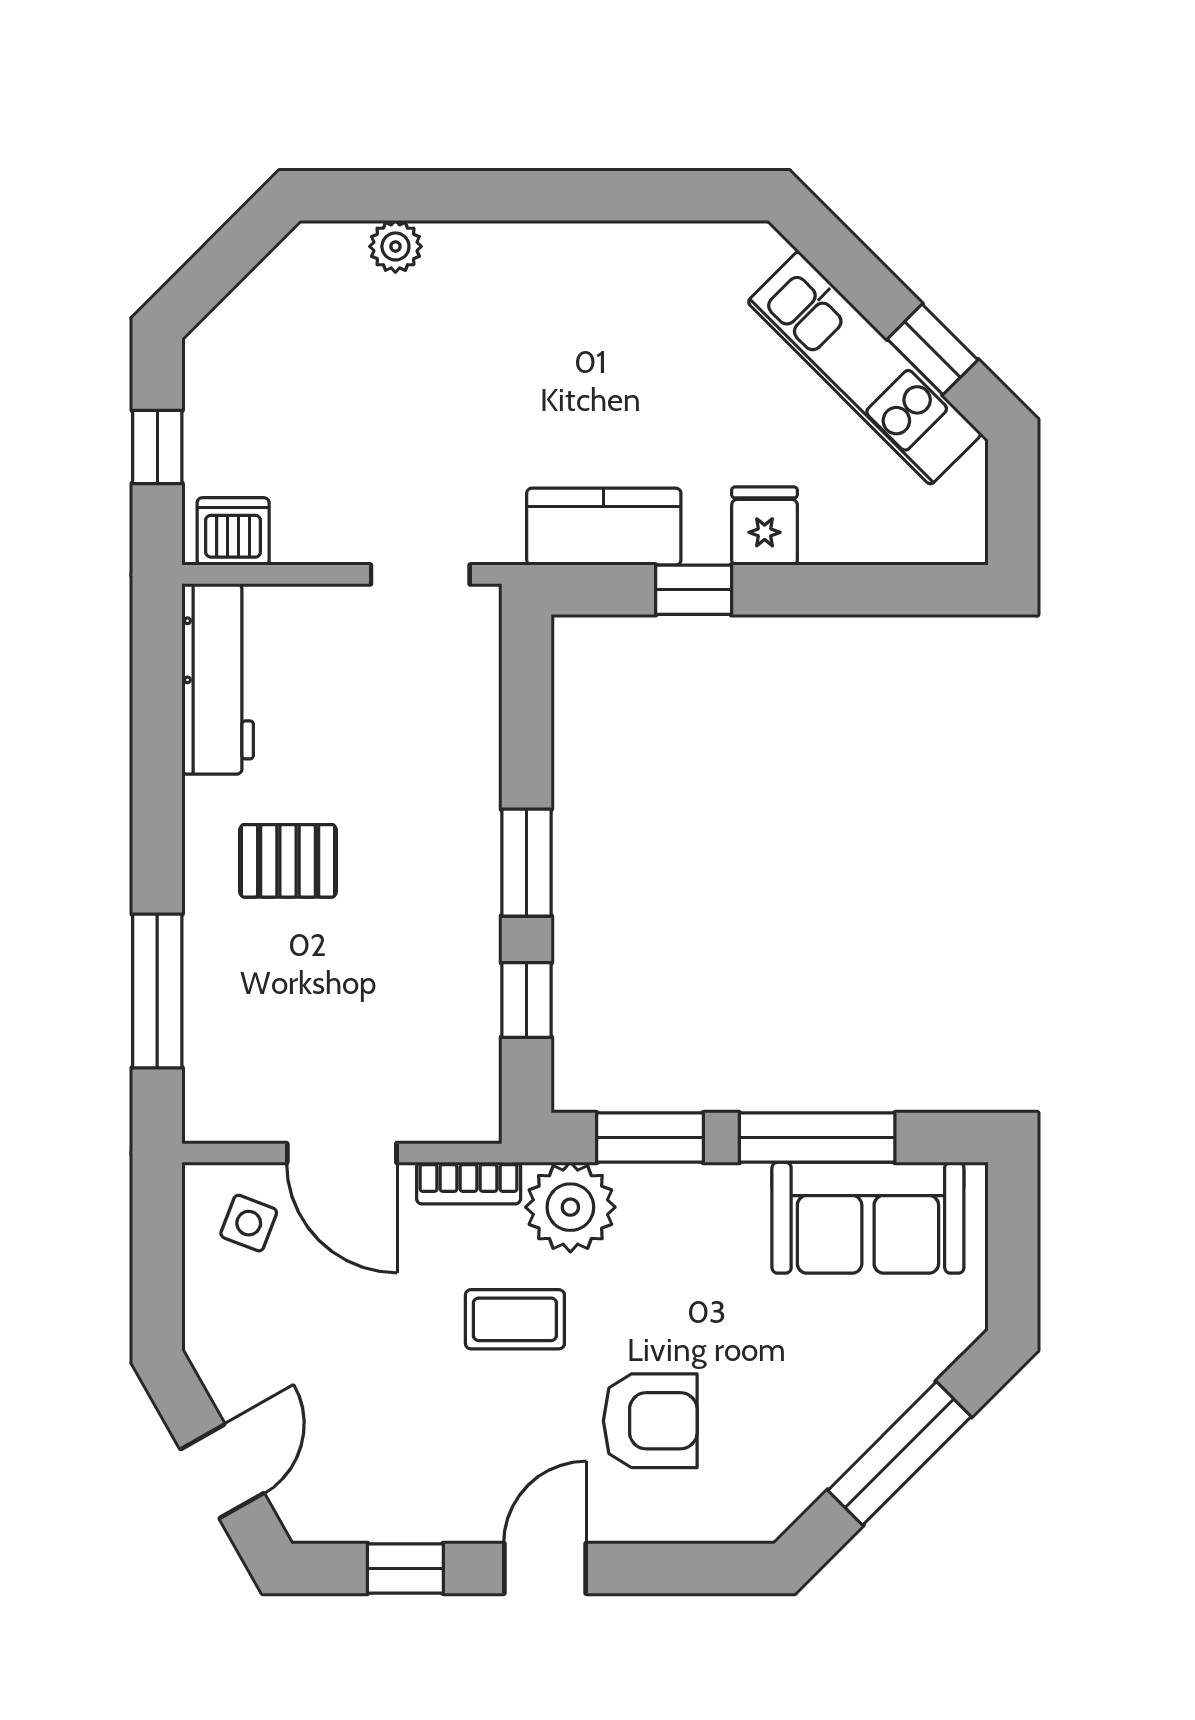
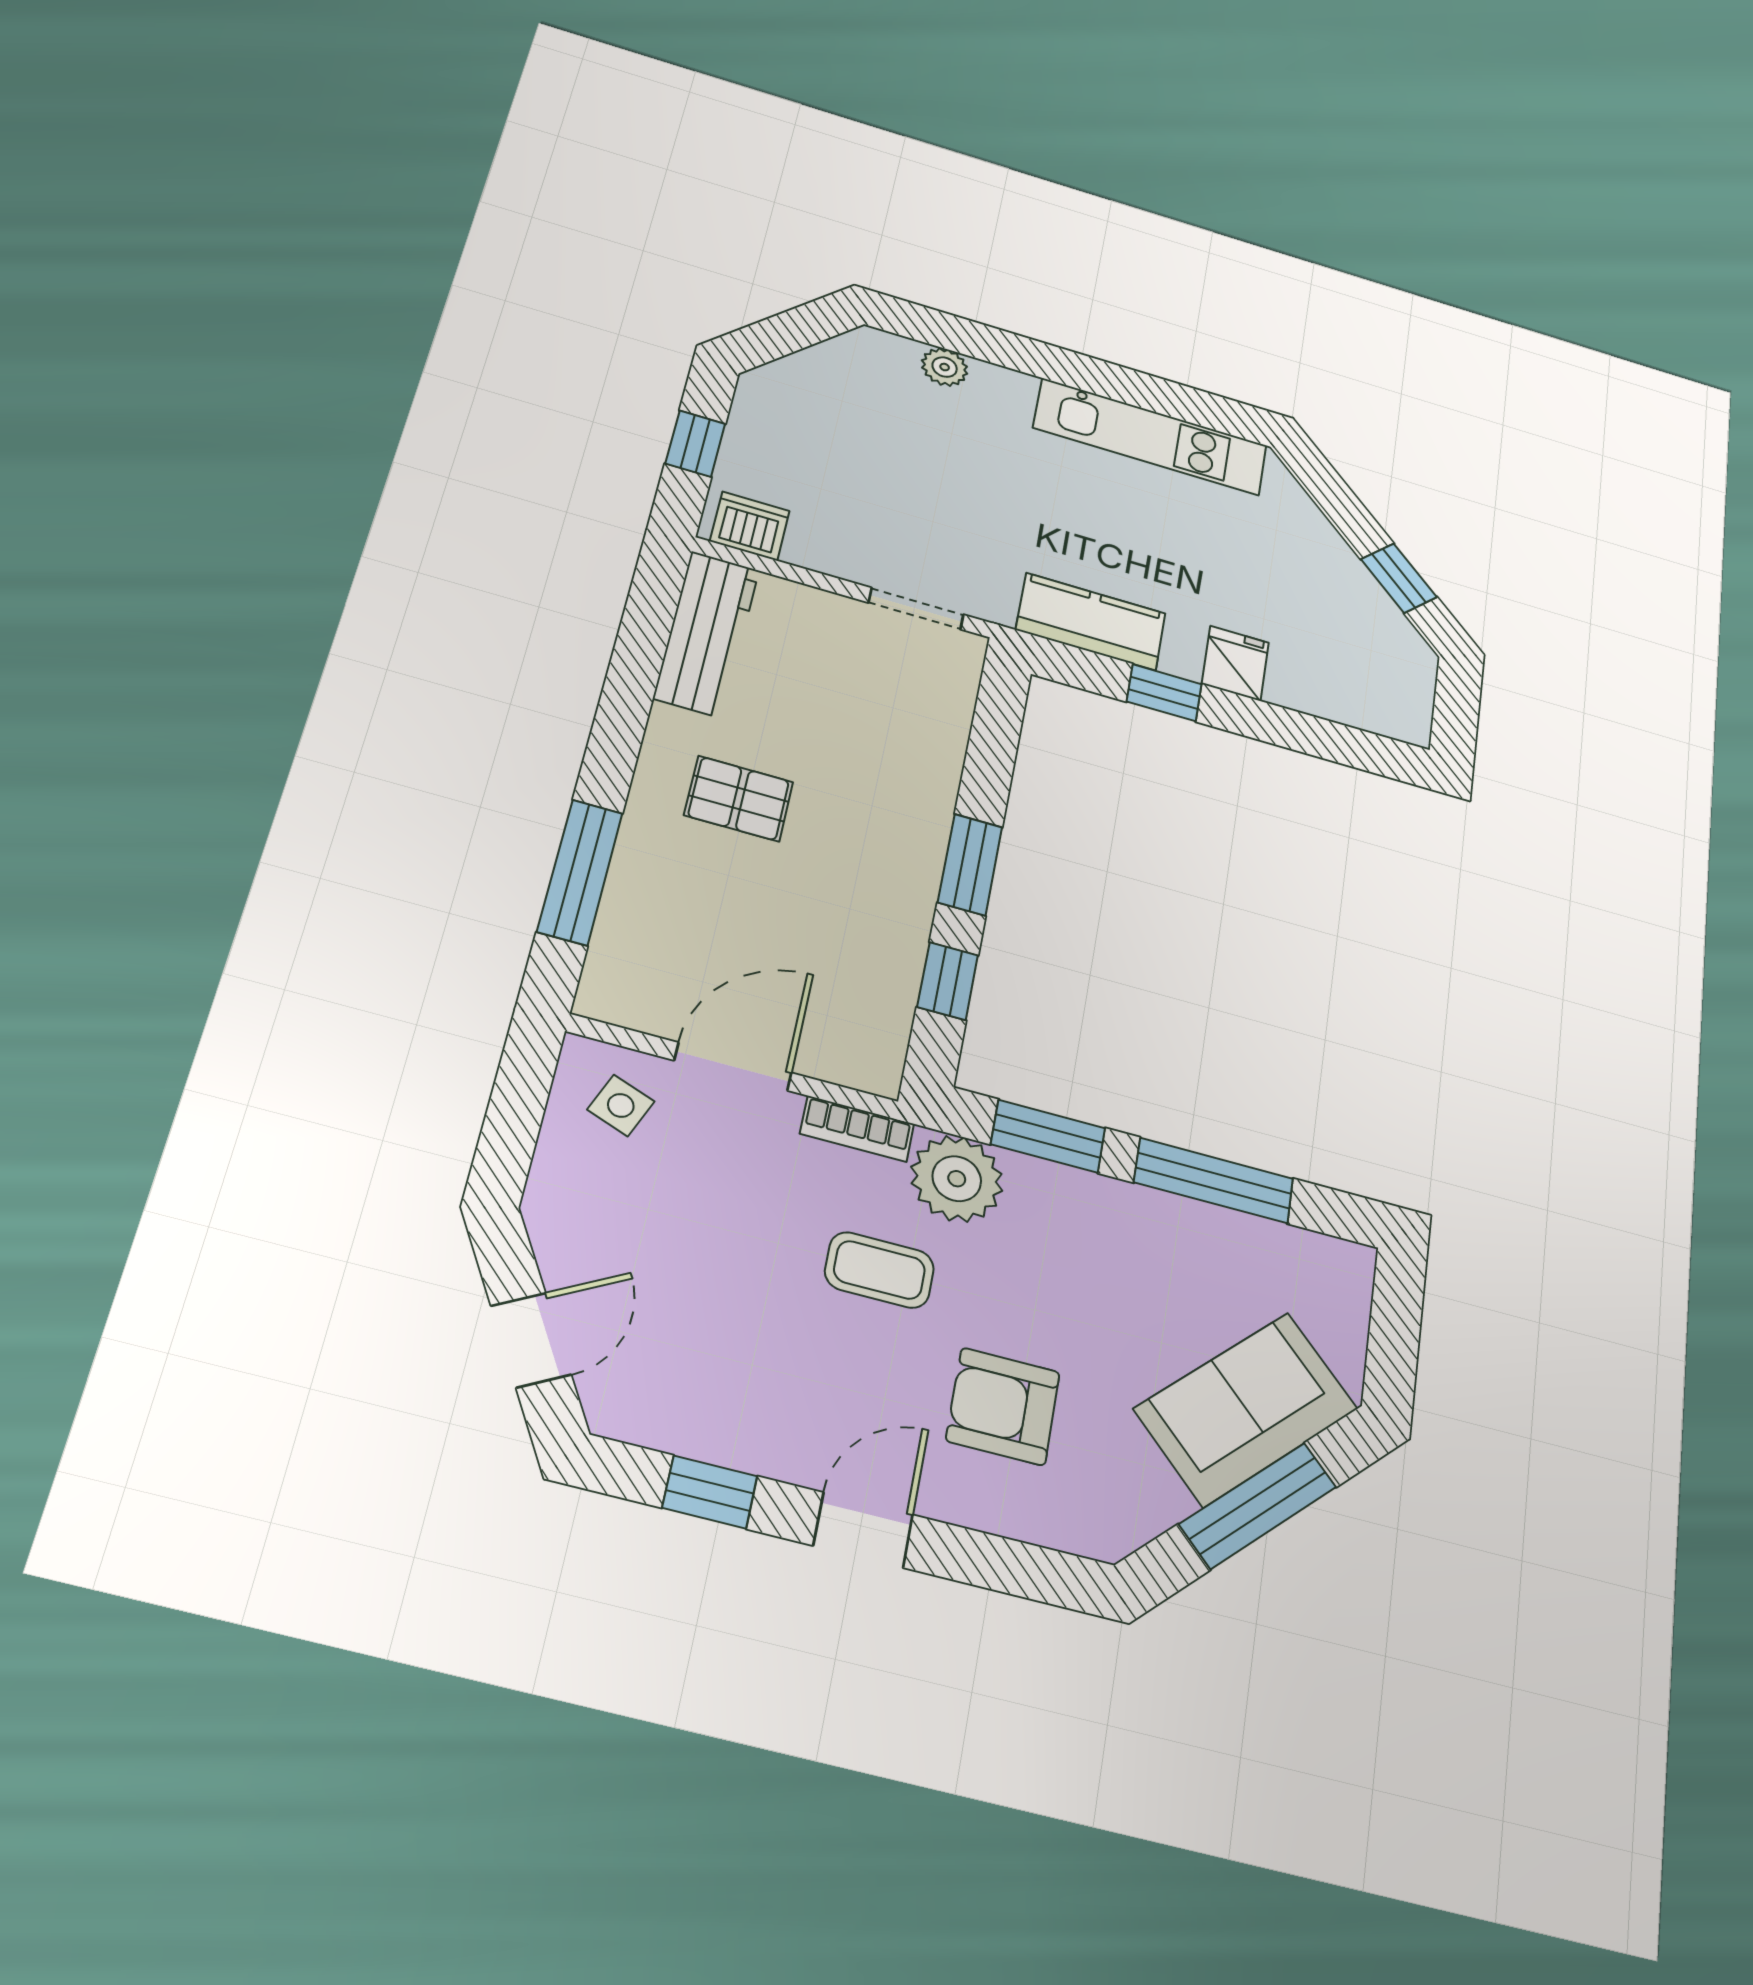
kitchen unit: (864, 368) -> (1151, 437), moved, turned -45
door: (342, 1153) -> (733, 1067), swing flipped
sofa: (868, 1218) -> (1246, 1409), moved, turned 135
armchair: (650, 1421) -> (1003, 1406), turned 180

